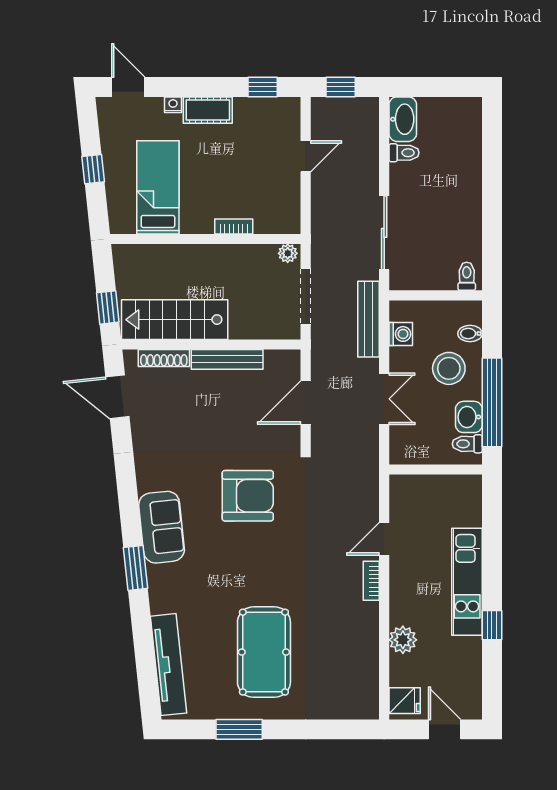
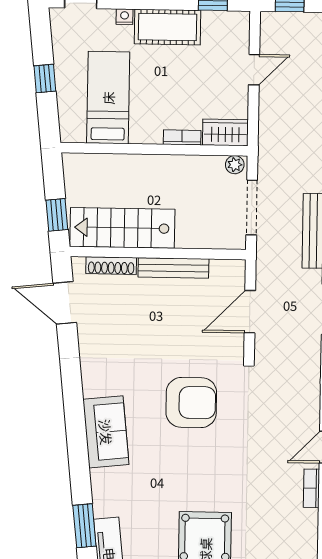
cot: (208, 110) -> (167, 27), width x1.37, depth x1.34
wardrobe: (278, 221) -> (225, 132), added
window: (136, 568) -> (84, 526), moved

